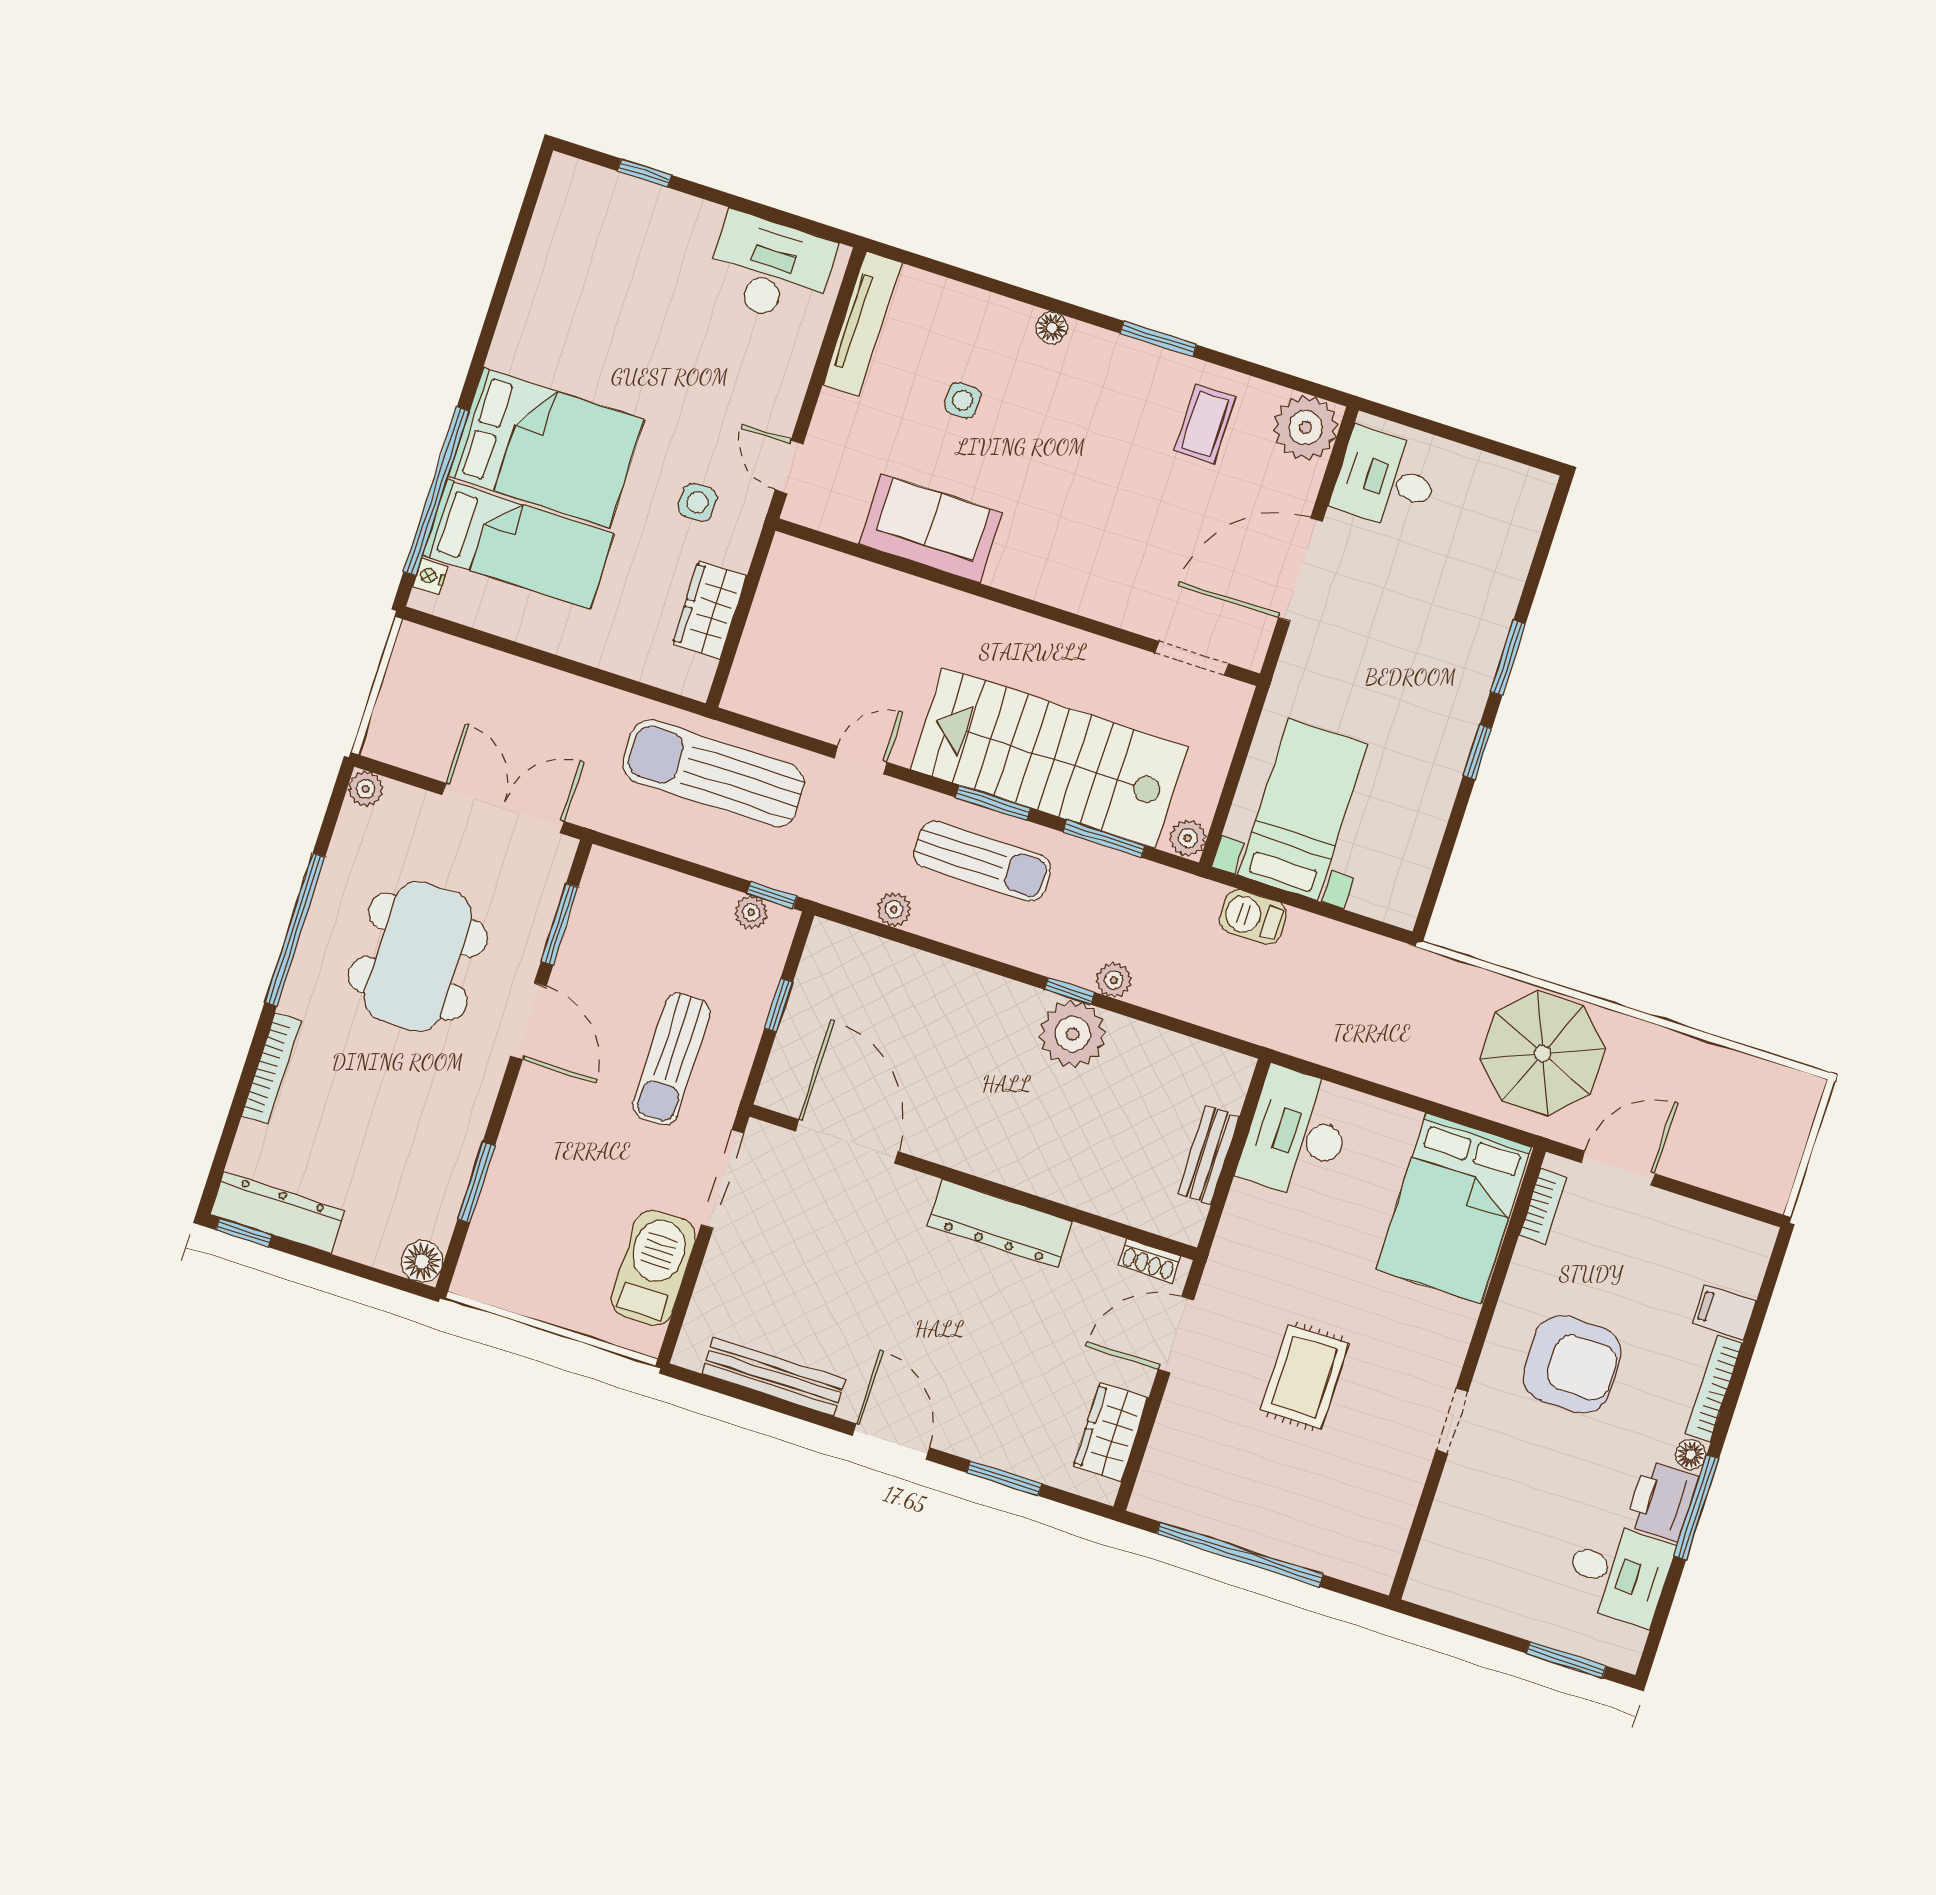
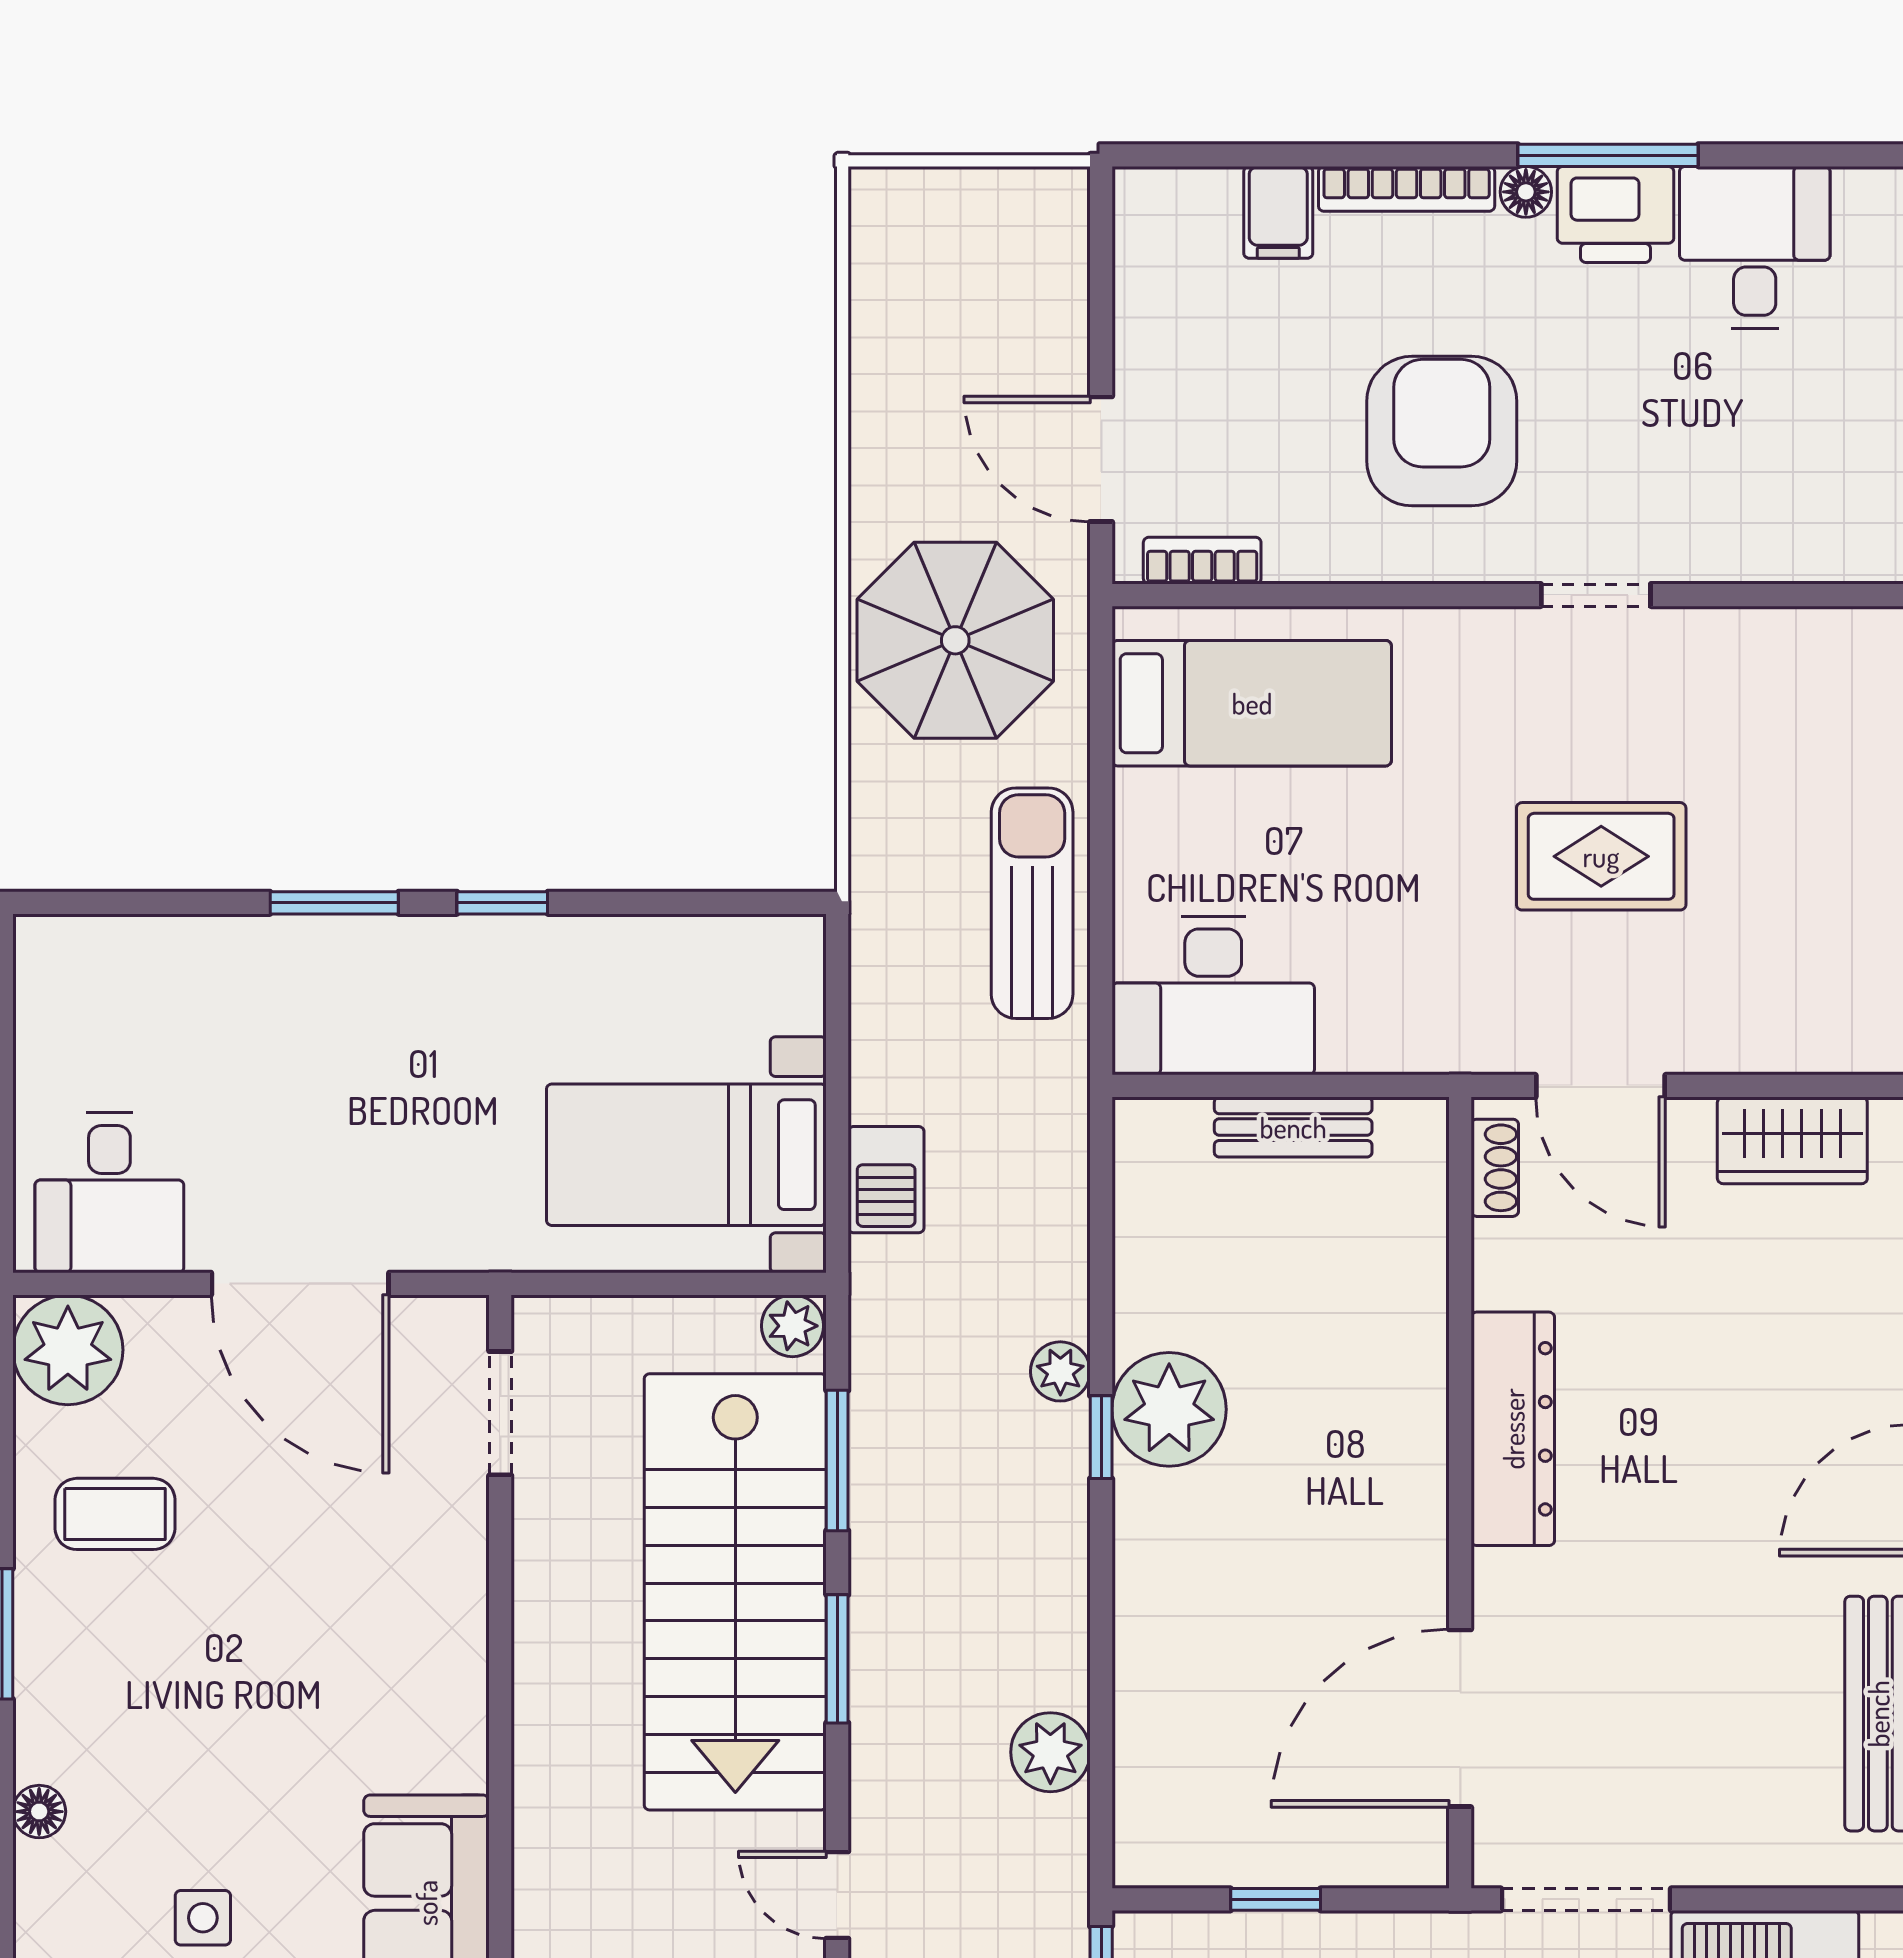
sun lounger: (982, 861) -> (1032, 903), moved
plant: (894, 910) -> (1050, 1752), width x1.38, depth x1.38
bed: (1454, 1208) -> (1252, 703), width x0.67

